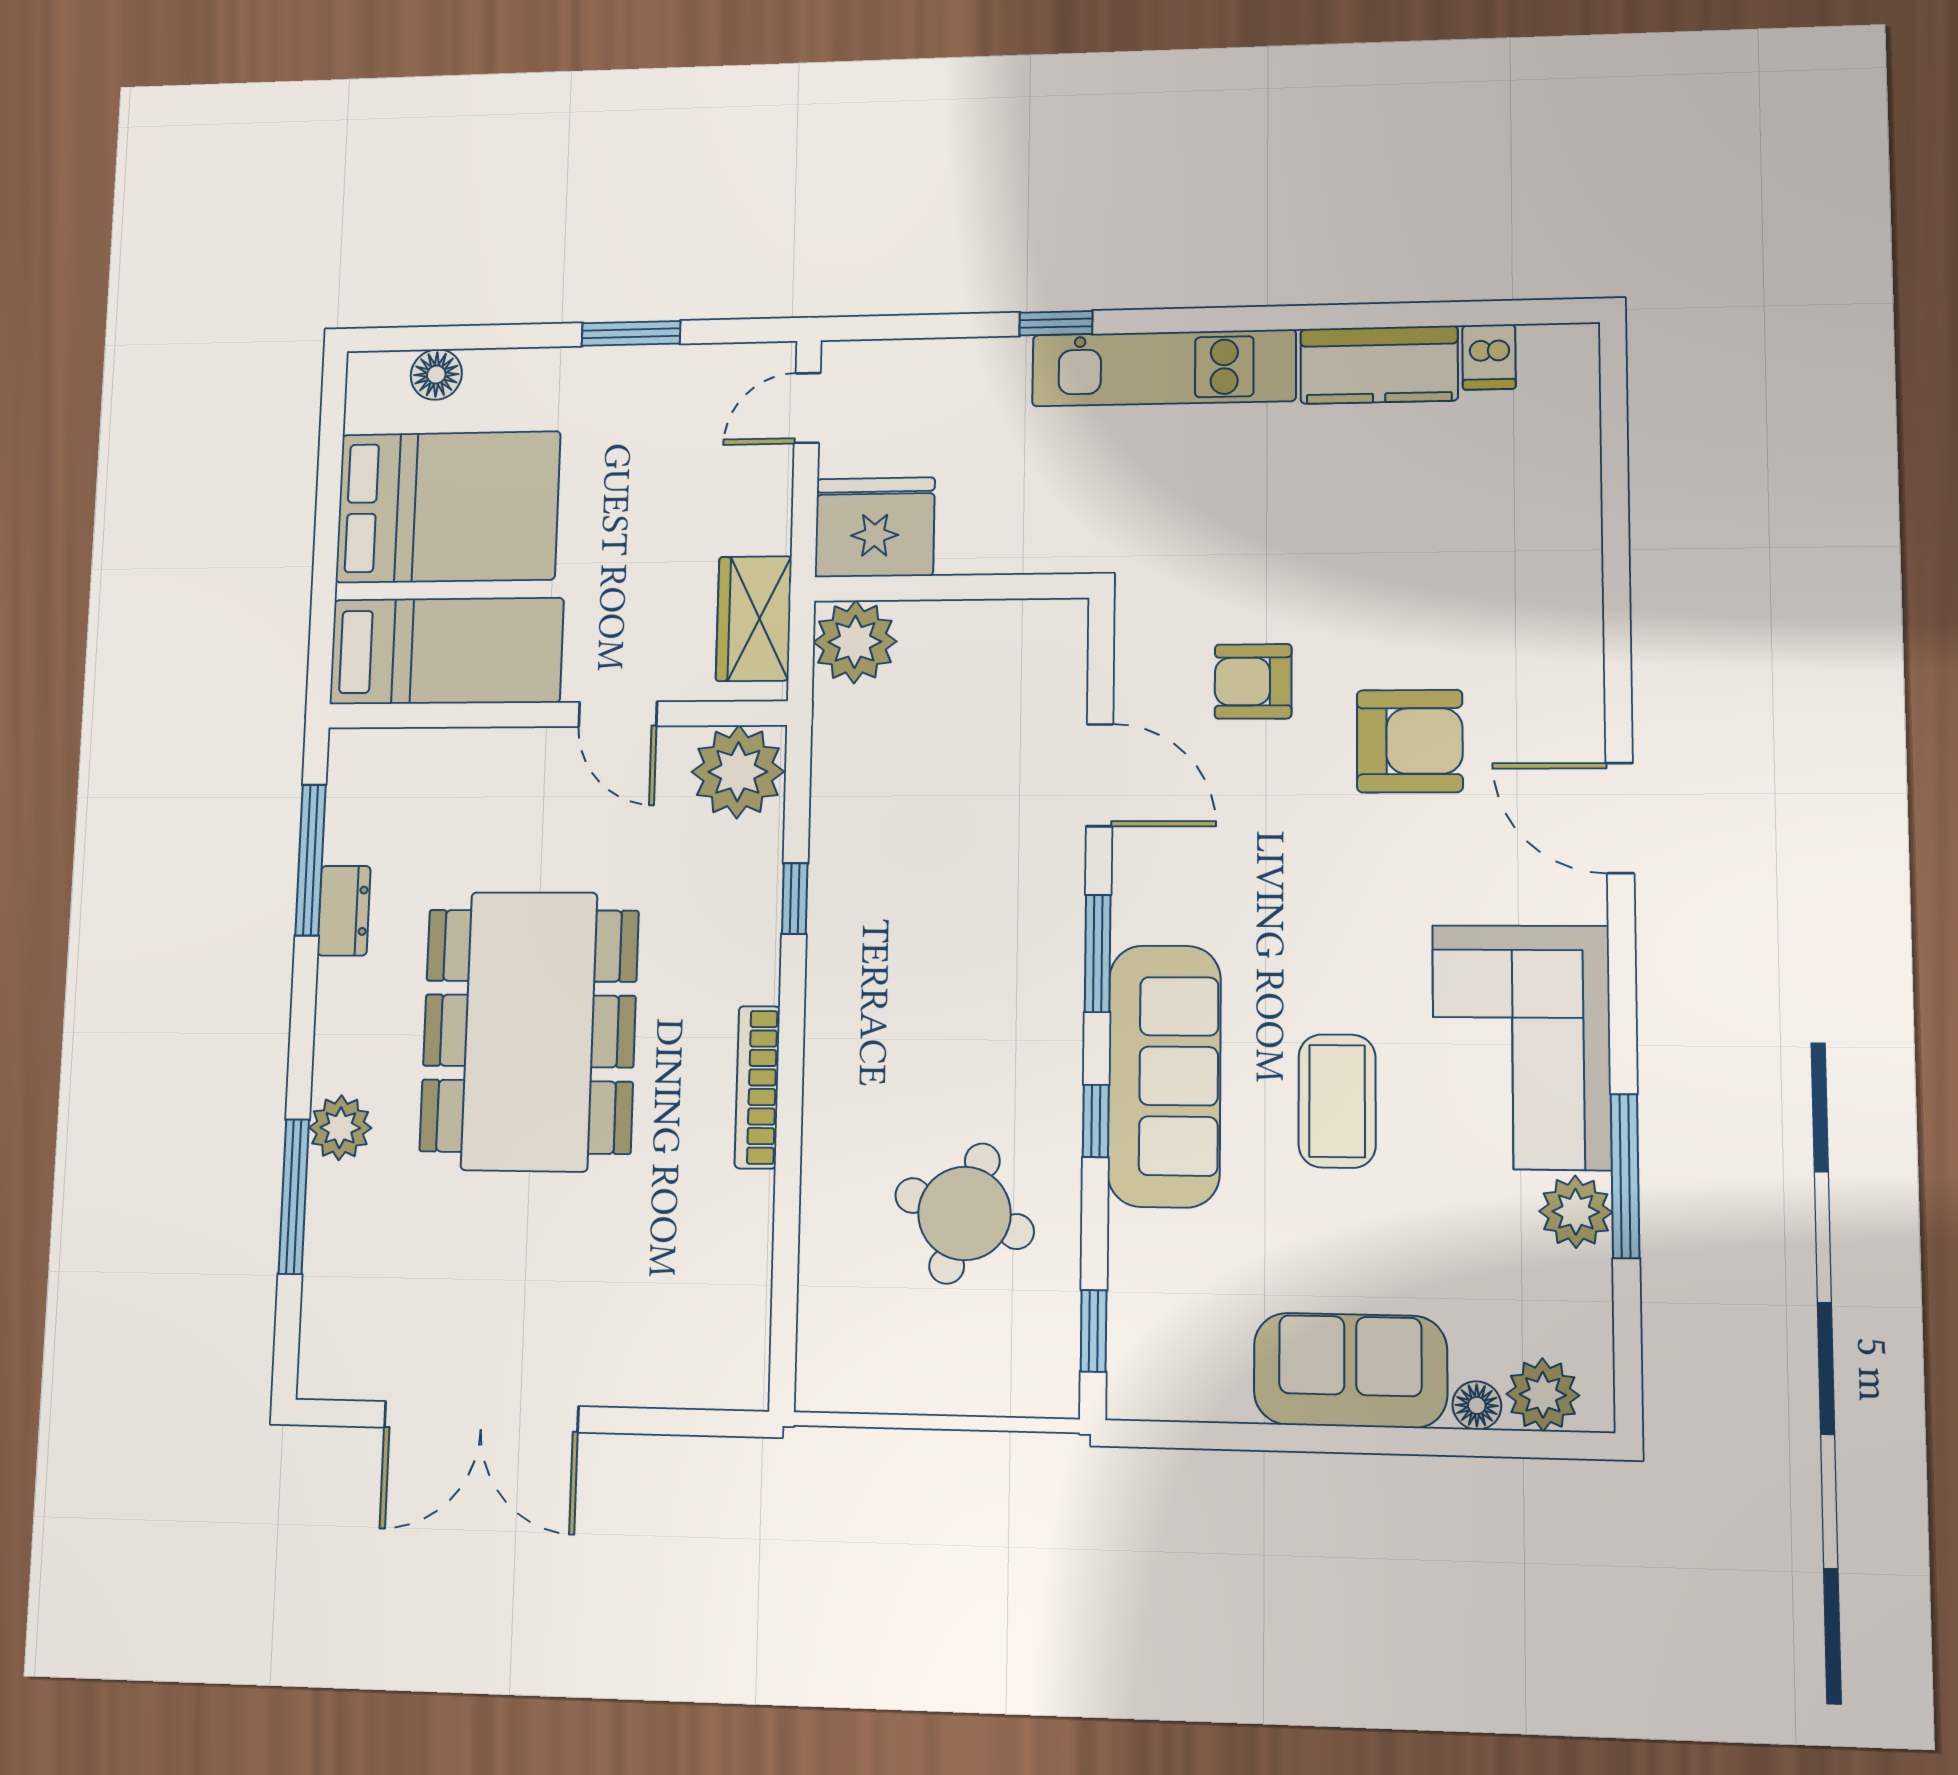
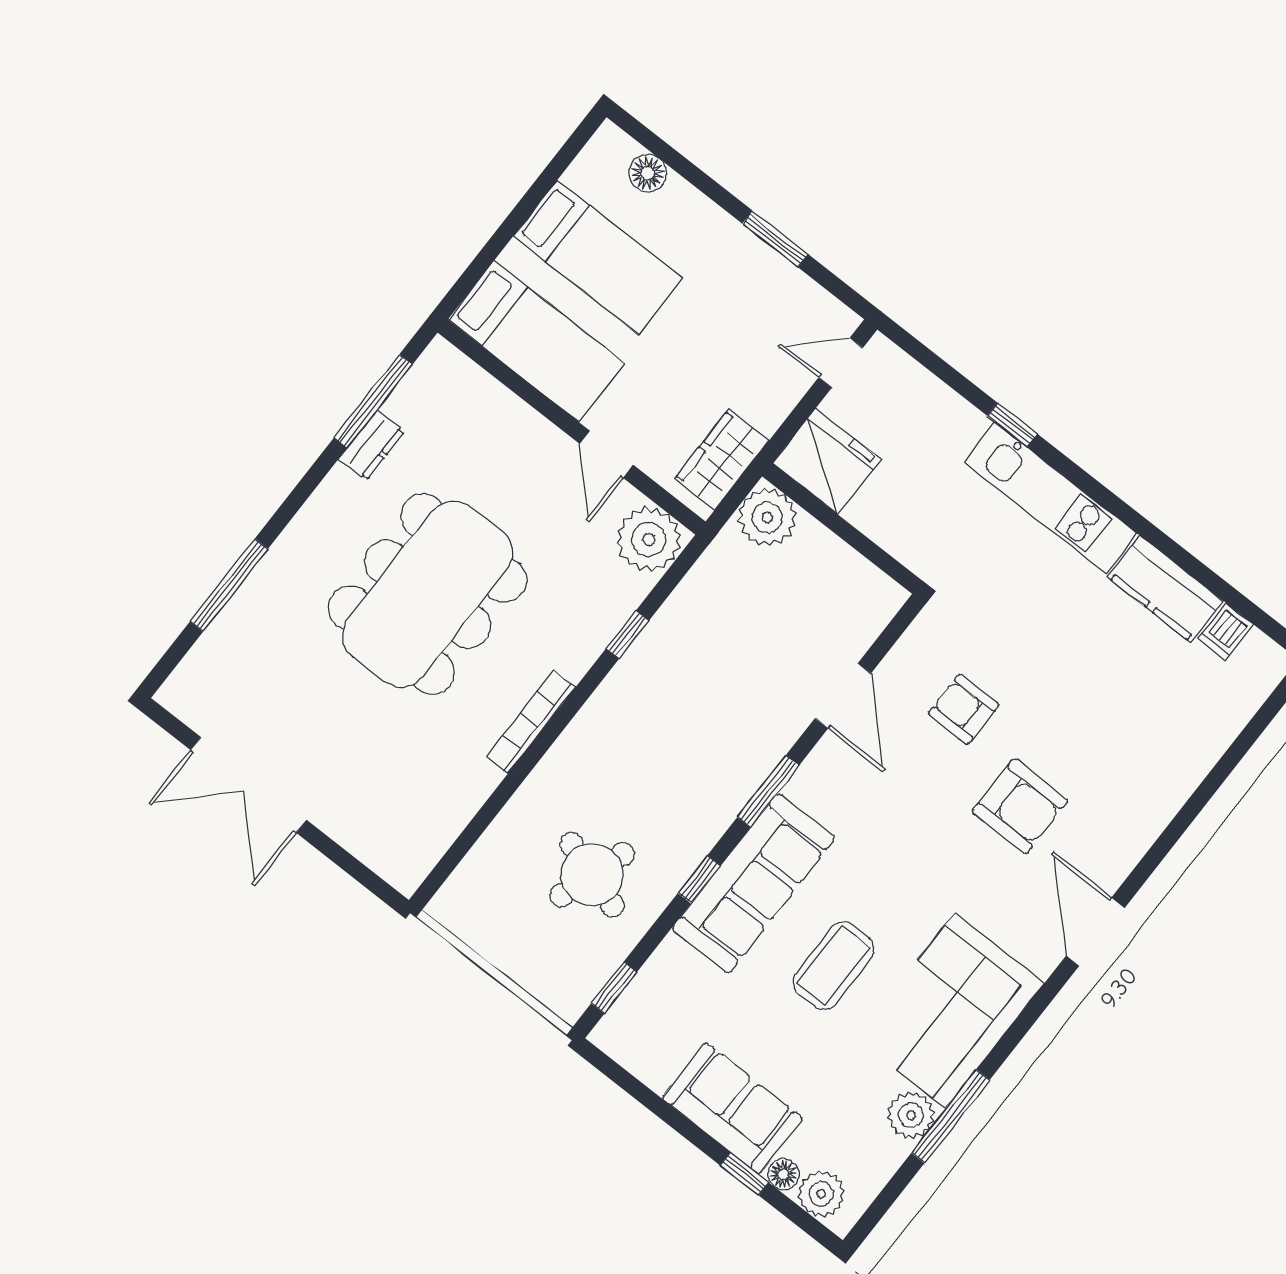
bed: (448, 507) -> (598, 257), width x0.67
plant: (340, 1128) -> (282, 567), removed
window: (1429, 1442) -> (744, 1174), added

